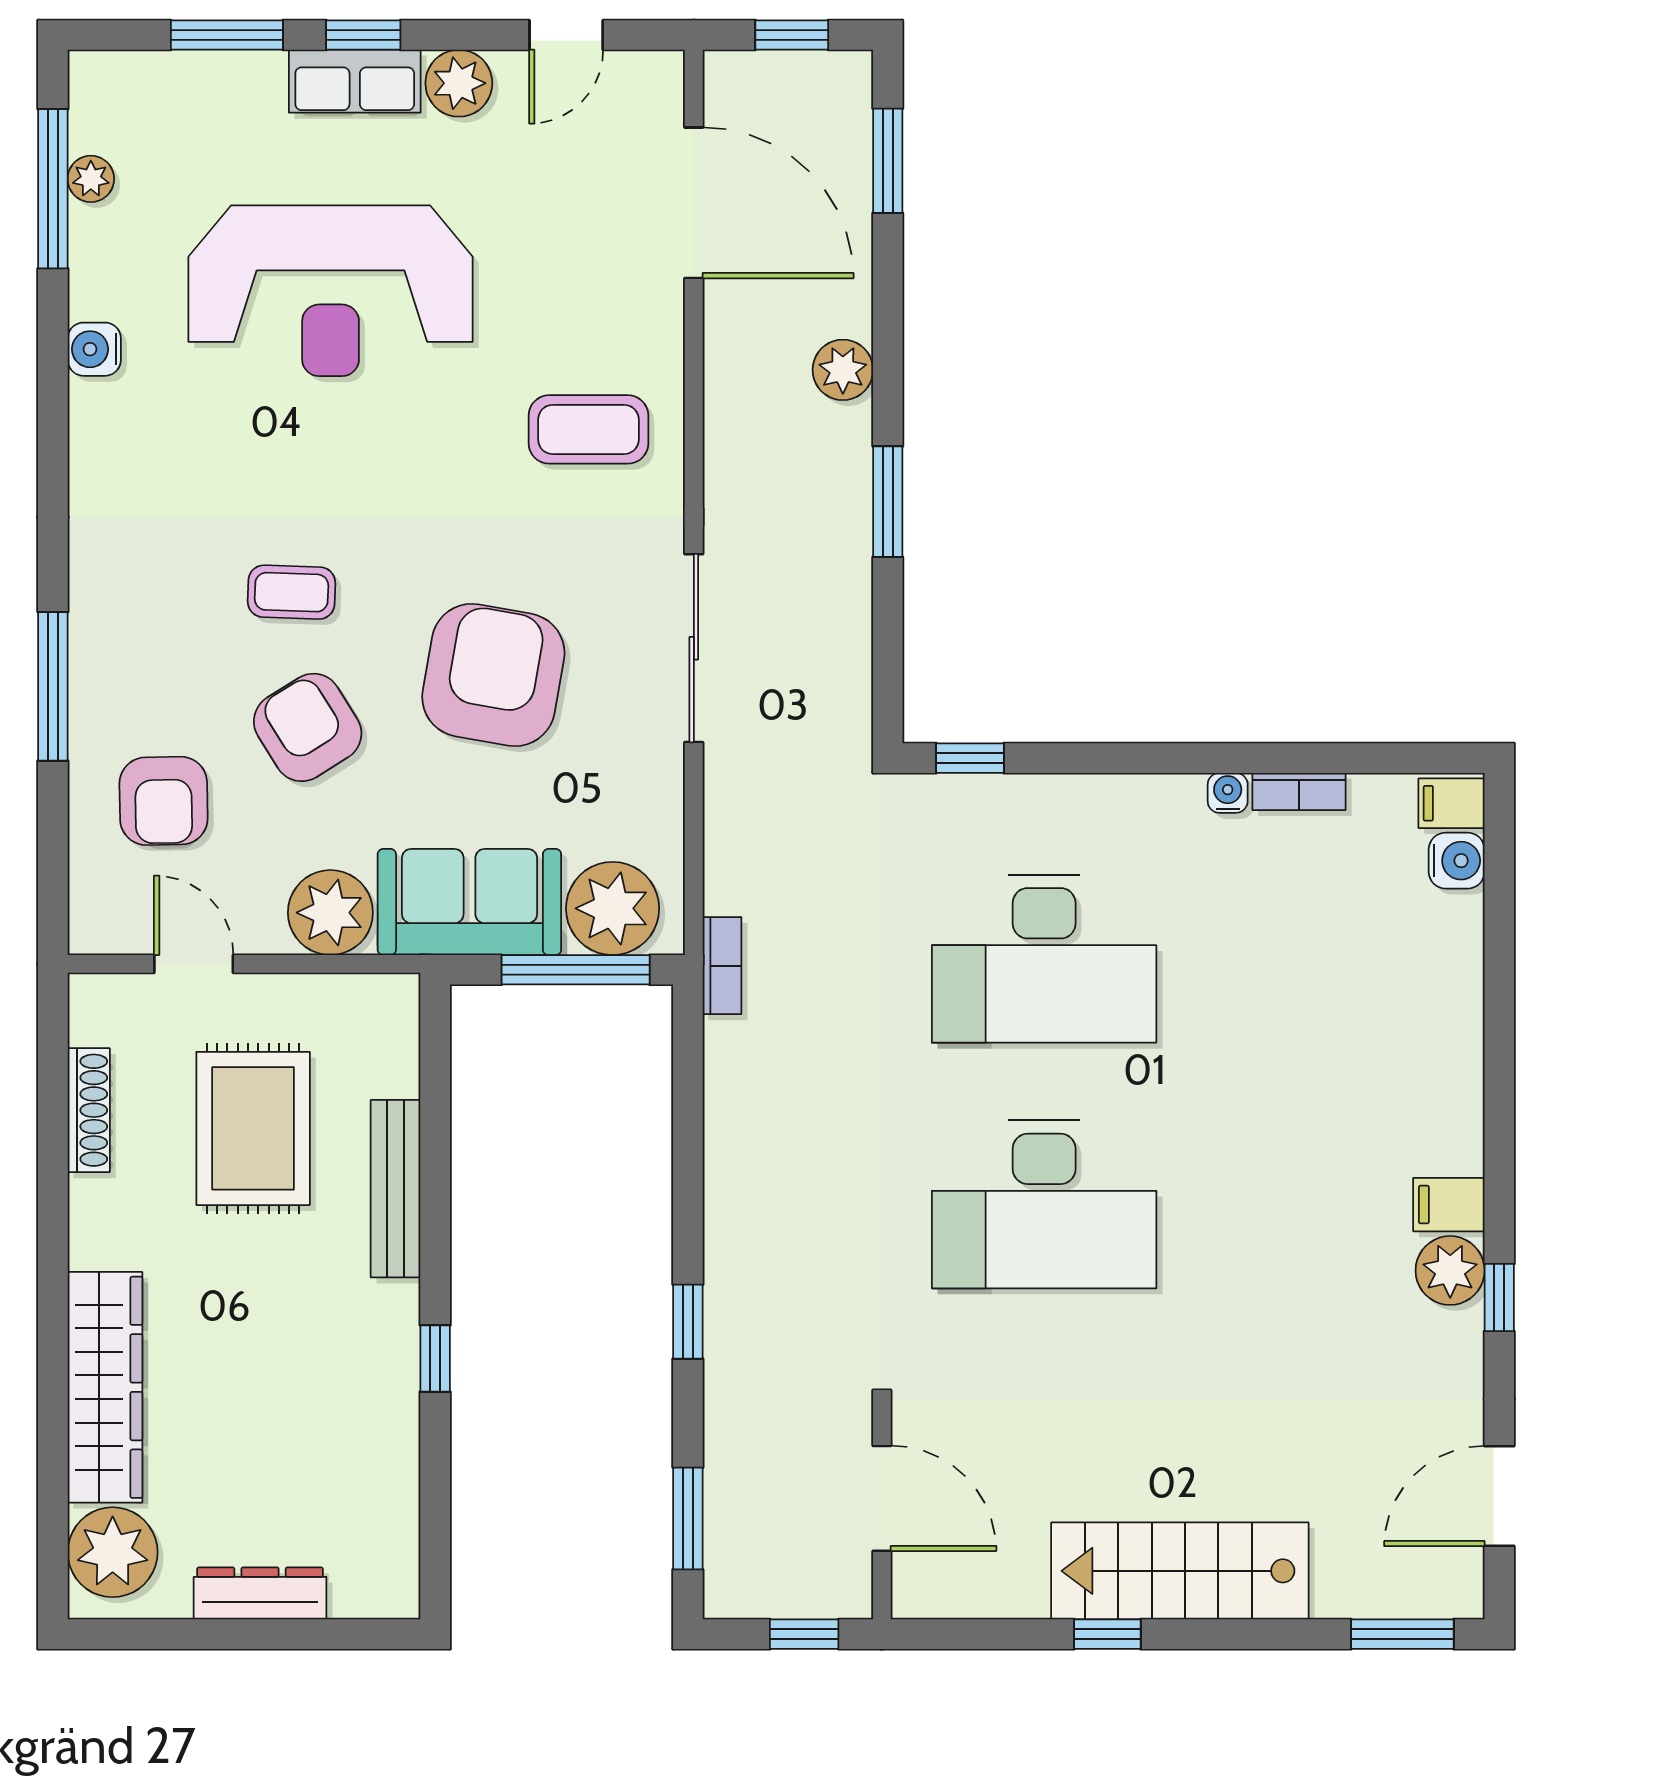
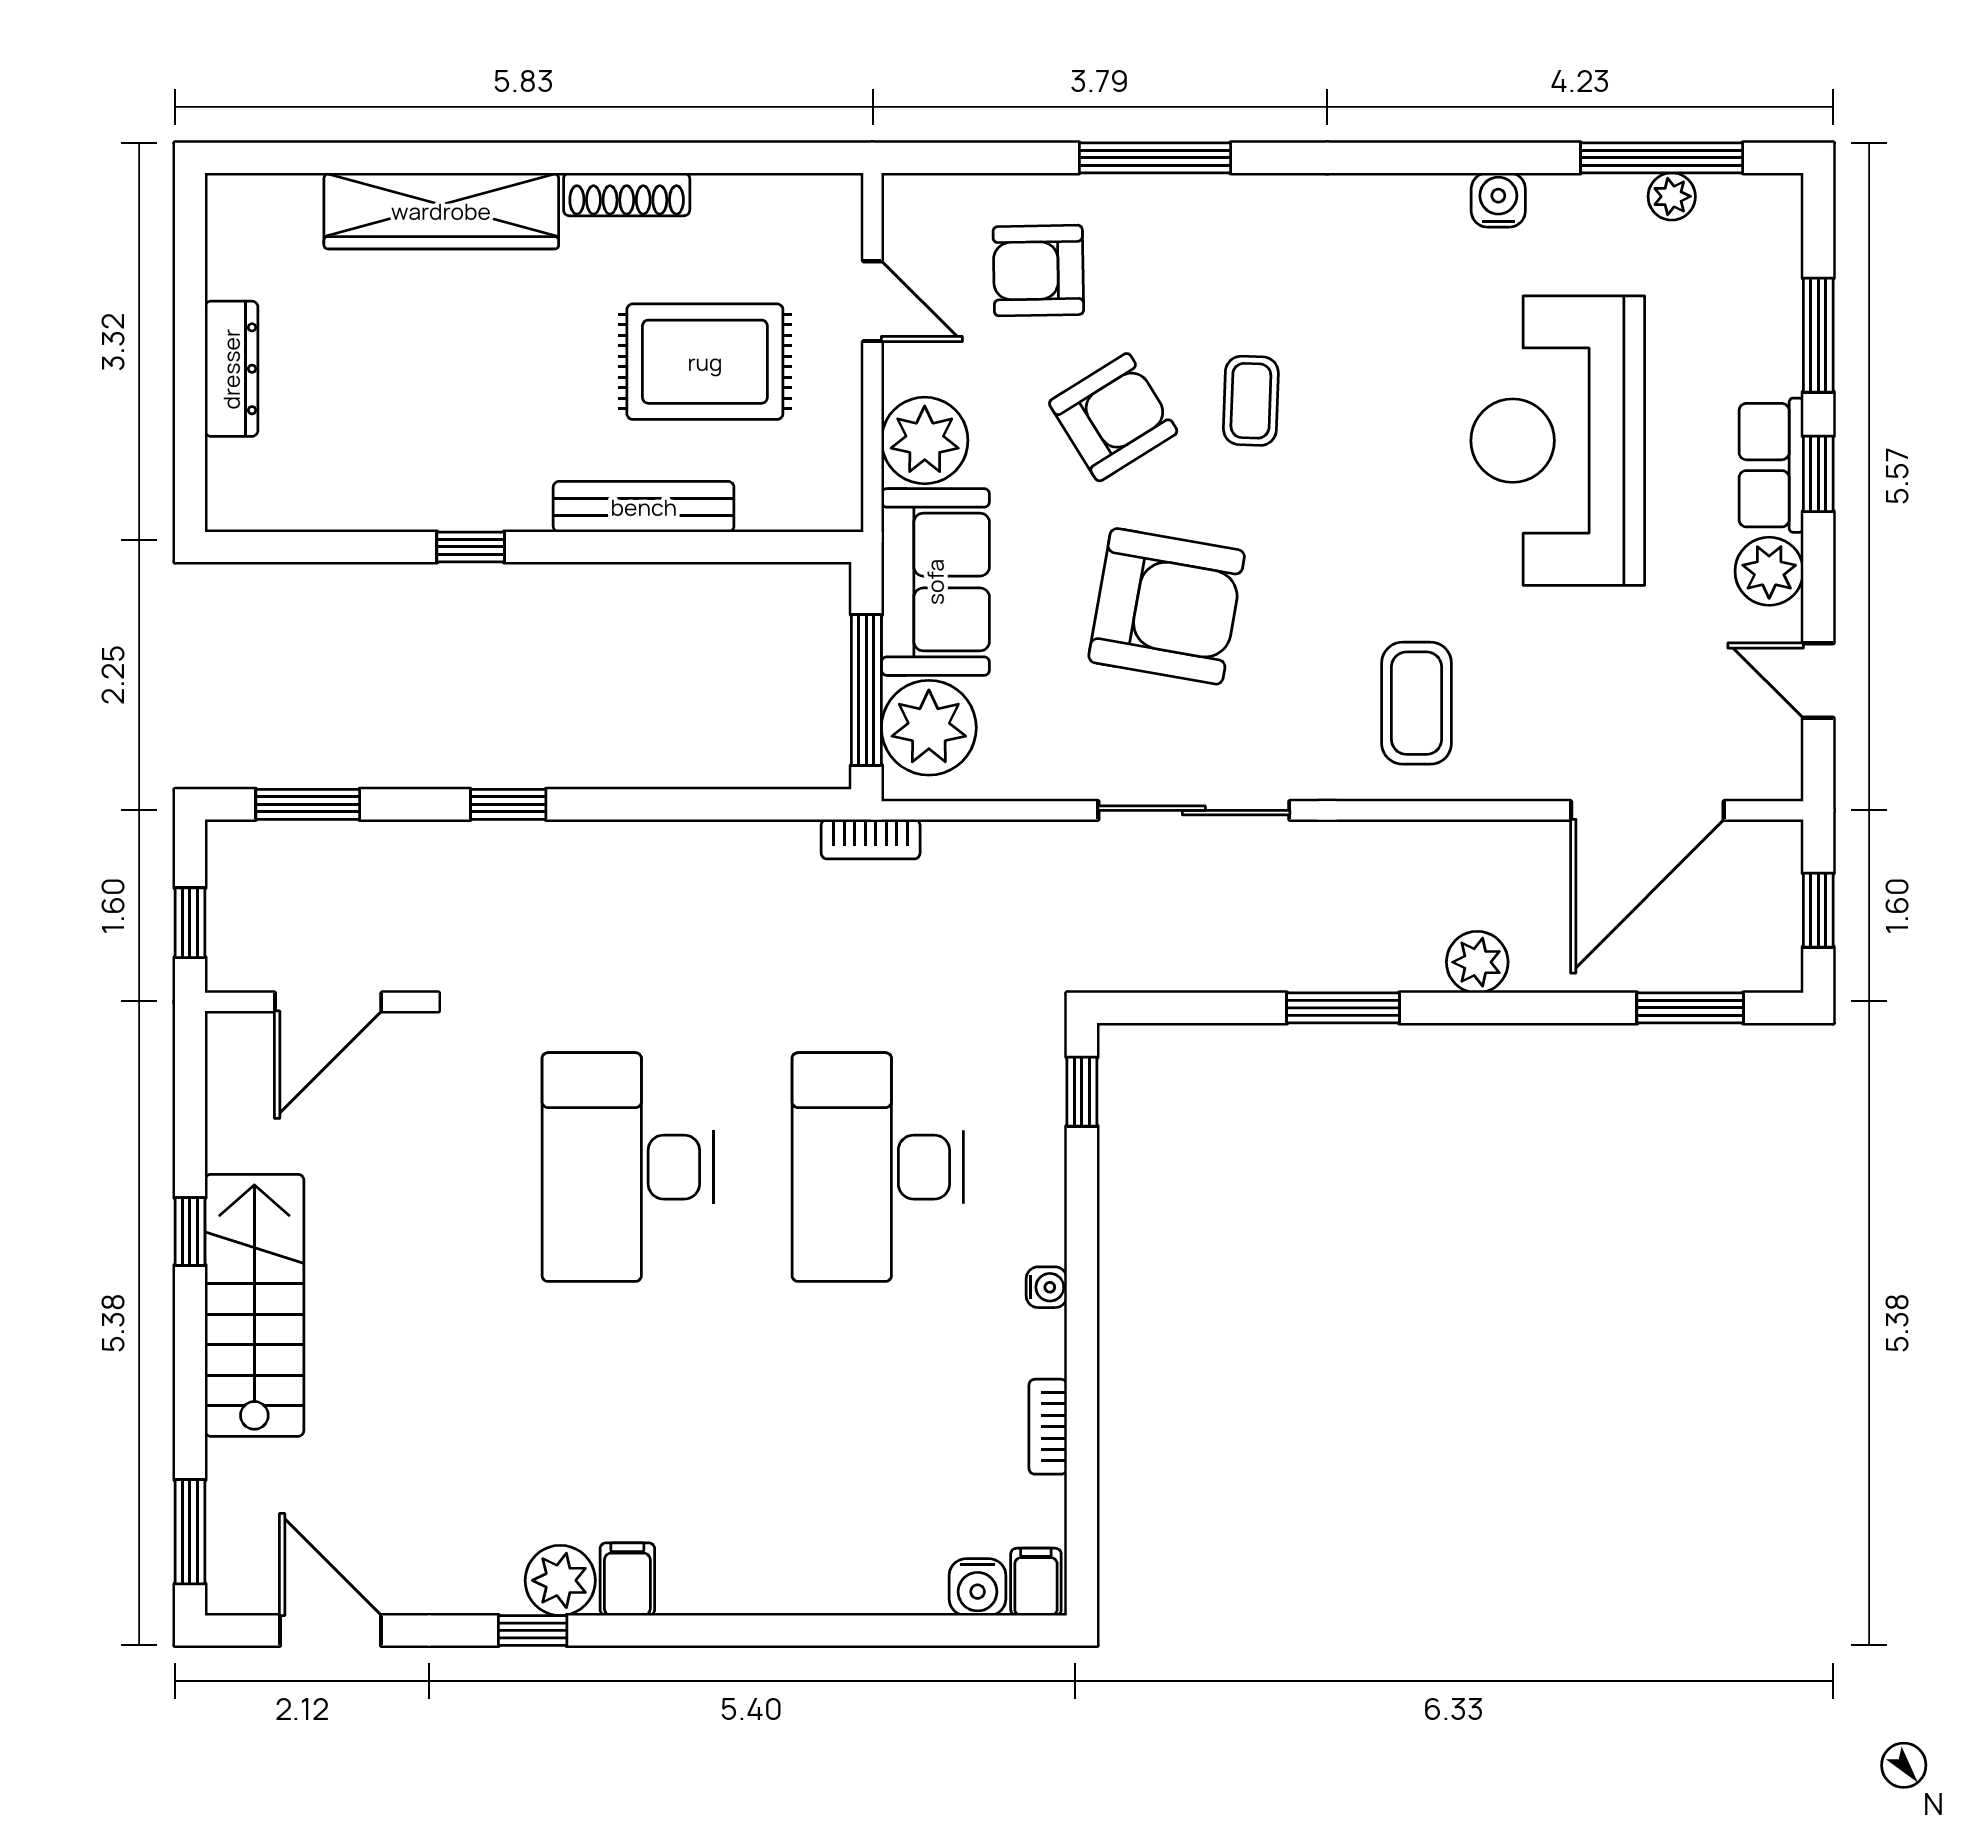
water cooler: (1228, 793) -> (1047, 1287), moved
door: (194, 964) -> (872, 301), hinge flipped
shoe rack: (89, 1110) -> (627, 194), moved
plant: (113, 1552) -> (273, 219), removed

